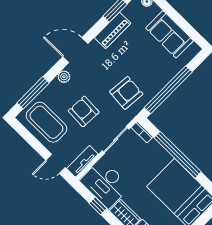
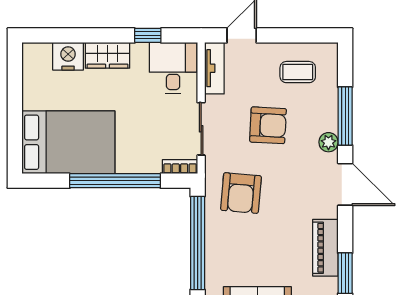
door: (75, 50) -> (345, 184), hinge flipped
window: (33, 93) -> (345, 116), moved
coffee table: (46, 122) -> (298, 72), width x0.54, depth x0.58
desk: (105, 184) -> (173, 68), width x0.73

